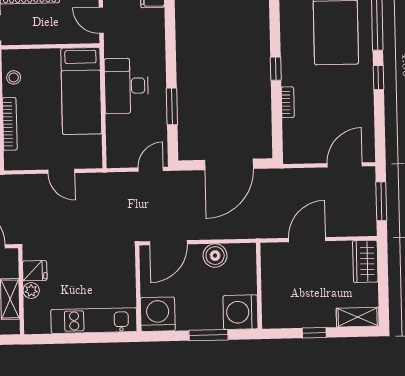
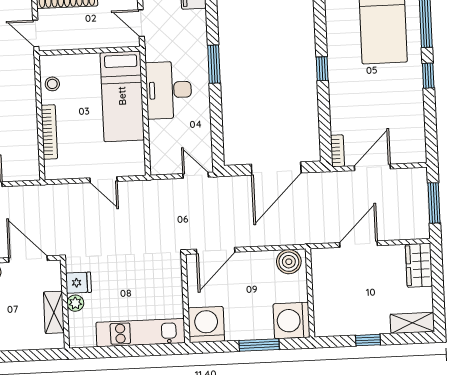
bookcase: (288, 102) -> (337, 151), moved
window: (172, 106) -> (214, 64), moved
door: (345, 165) -> (372, 167), moved
door: (151, 169) -> (196, 175), hinge flipped
boiler: (215, 256) -> (289, 262), moved

